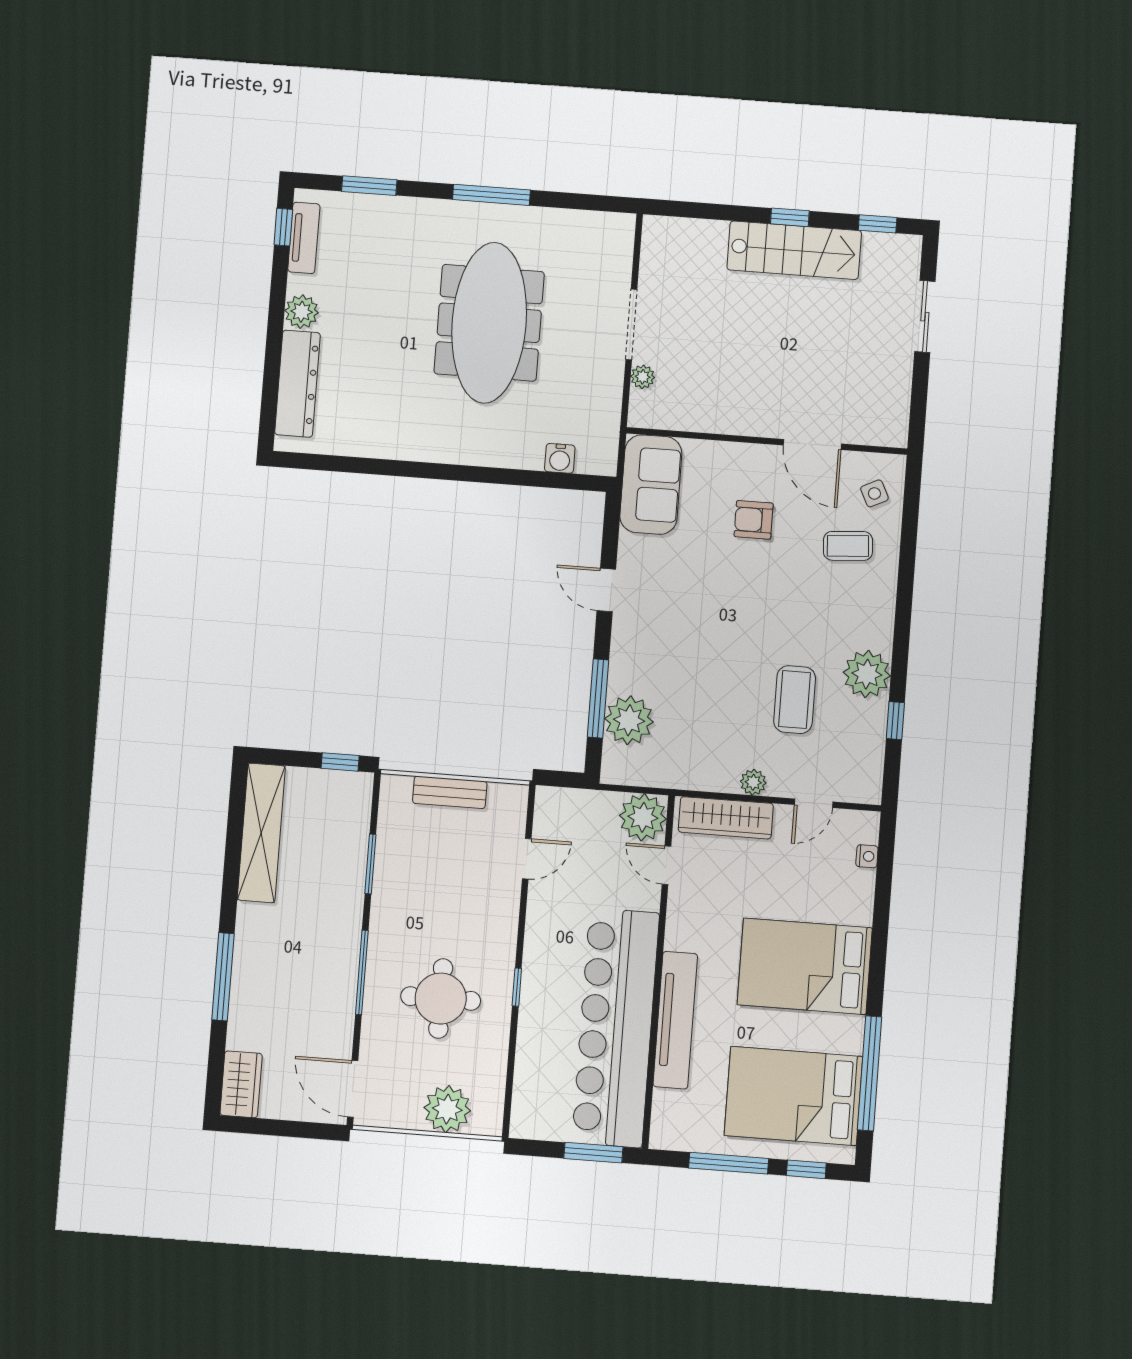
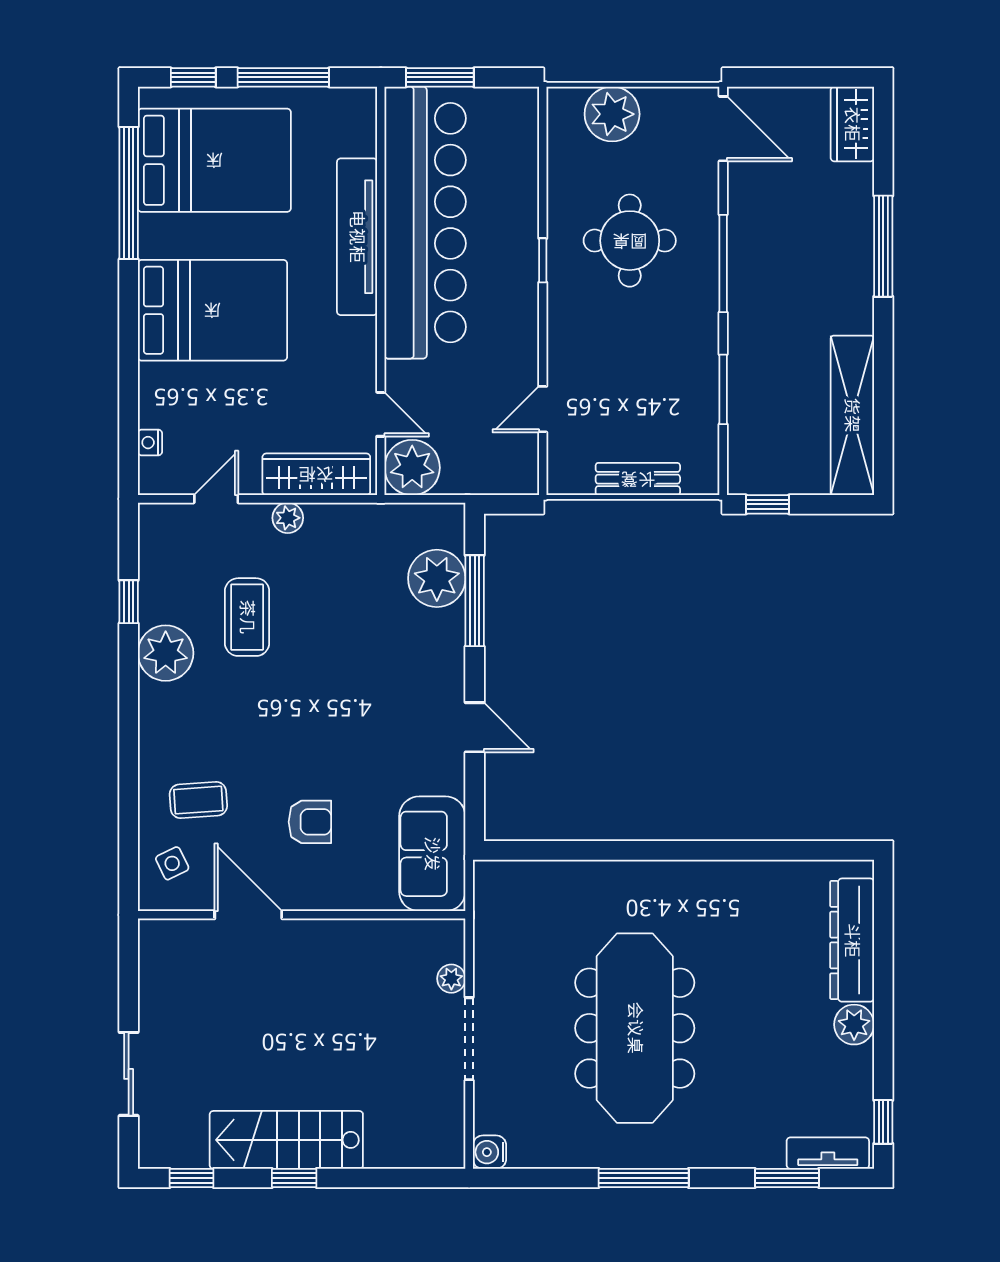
tv unit: (304, 238) -> (828, 1153), moved, turned 90
water cooler: (560, 458) -> (489, 1152), moved, turned -90

